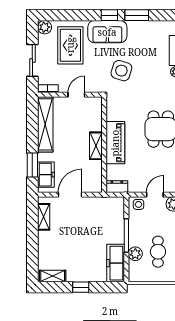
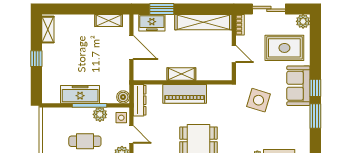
dresser: (117, 187) -> (140, 100), width x1.44
boiler: (118, 203) -> (123, 97), added
cafe table: (158, 252) -> (85, 141), moved
plant: (135, 254) -> (100, 114), moved
freezer: (116, 263) -> (80, 94), moved

